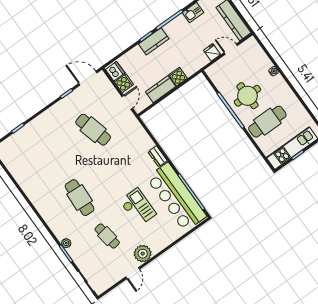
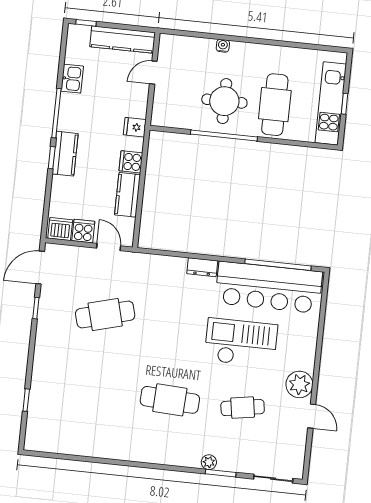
fridge: (212, 52) -> (135, 127), moved
checkout: (138, 207) -> (241, 343), width x1.36, depth x1.21

